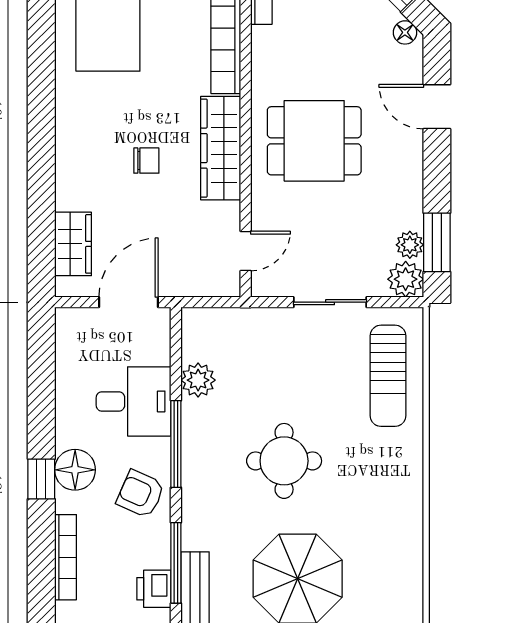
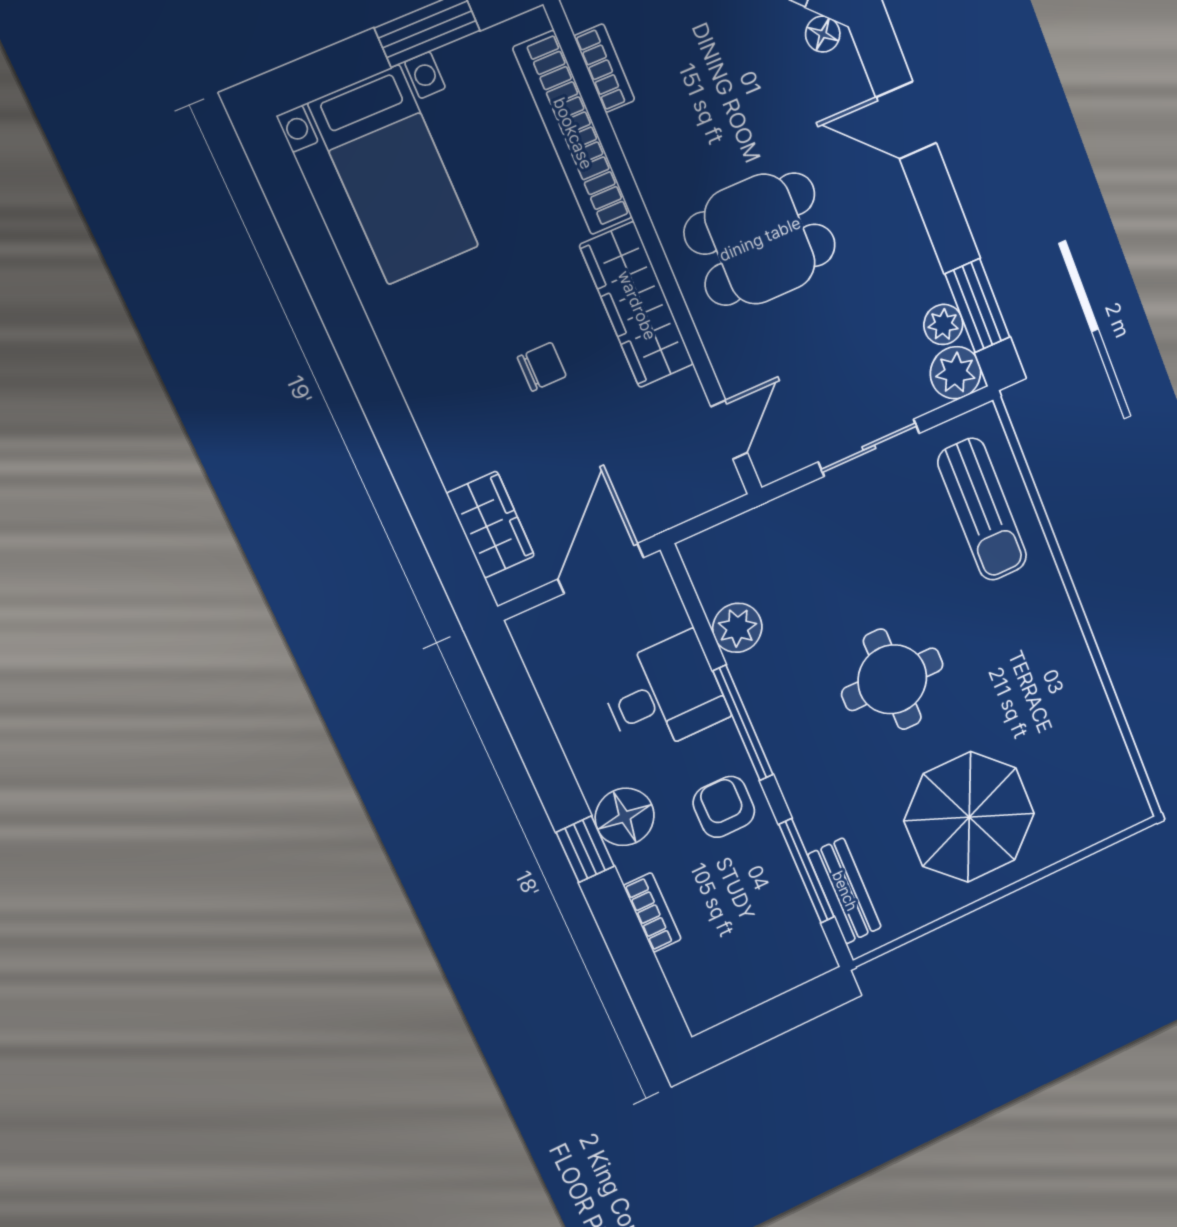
armchair: (141, 494) -> (724, 807), turned 66
bookcase: (65, 557) -> (652, 912), width x0.64
printer: (154, 589) -> (792, 916), removed

